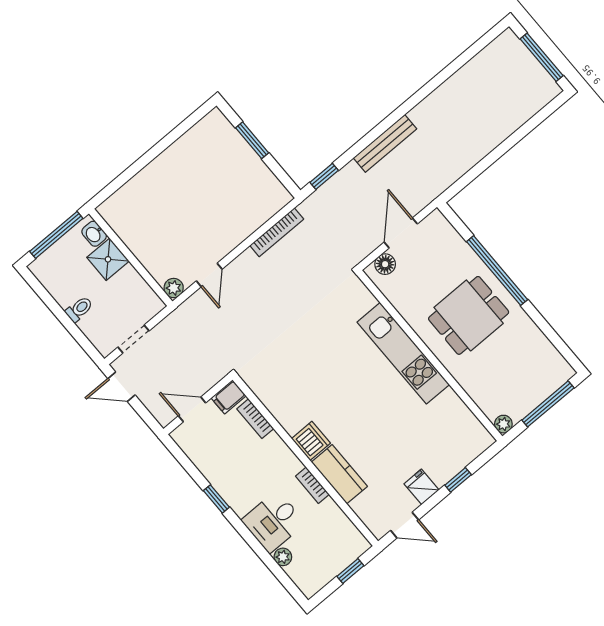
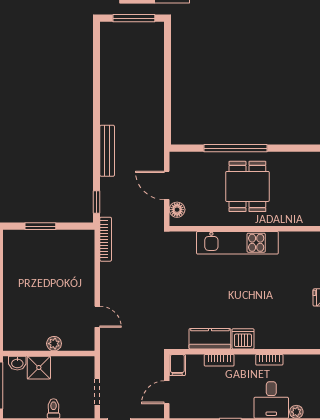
bookcase: (277, 232) -> (106, 239), moved
plant: (174, 288) -> (54, 344), moved
bookcase: (255, 419) -> (219, 360), moved
kitchen counter: (339, 474) -> (210, 339), moved

